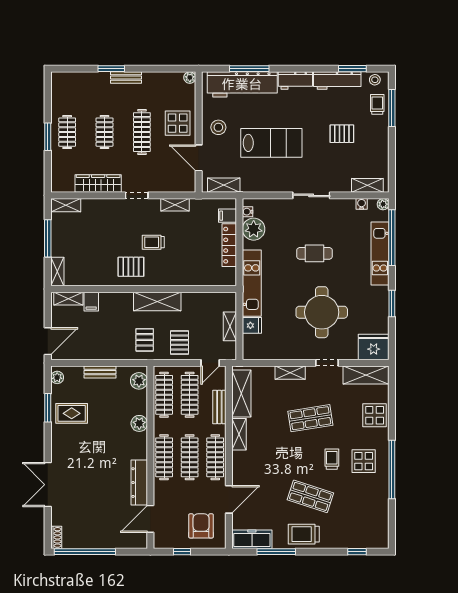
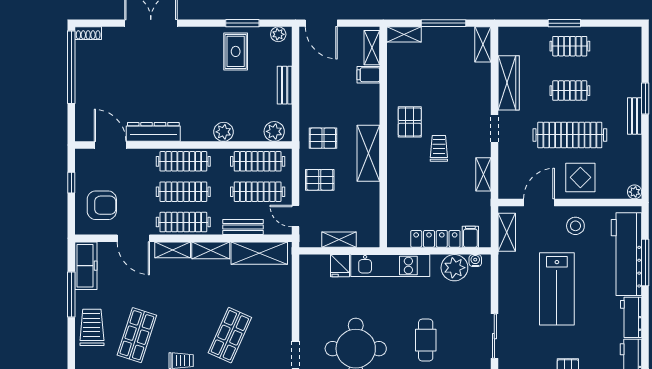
clothes rail: (142, 132) -> (570, 135), width x1.37, depth x1.31
shelving: (290, 373) -> (173, 250), moved, turned 90
shop shelf: (310, 418) -> (230, 335), turned 33

